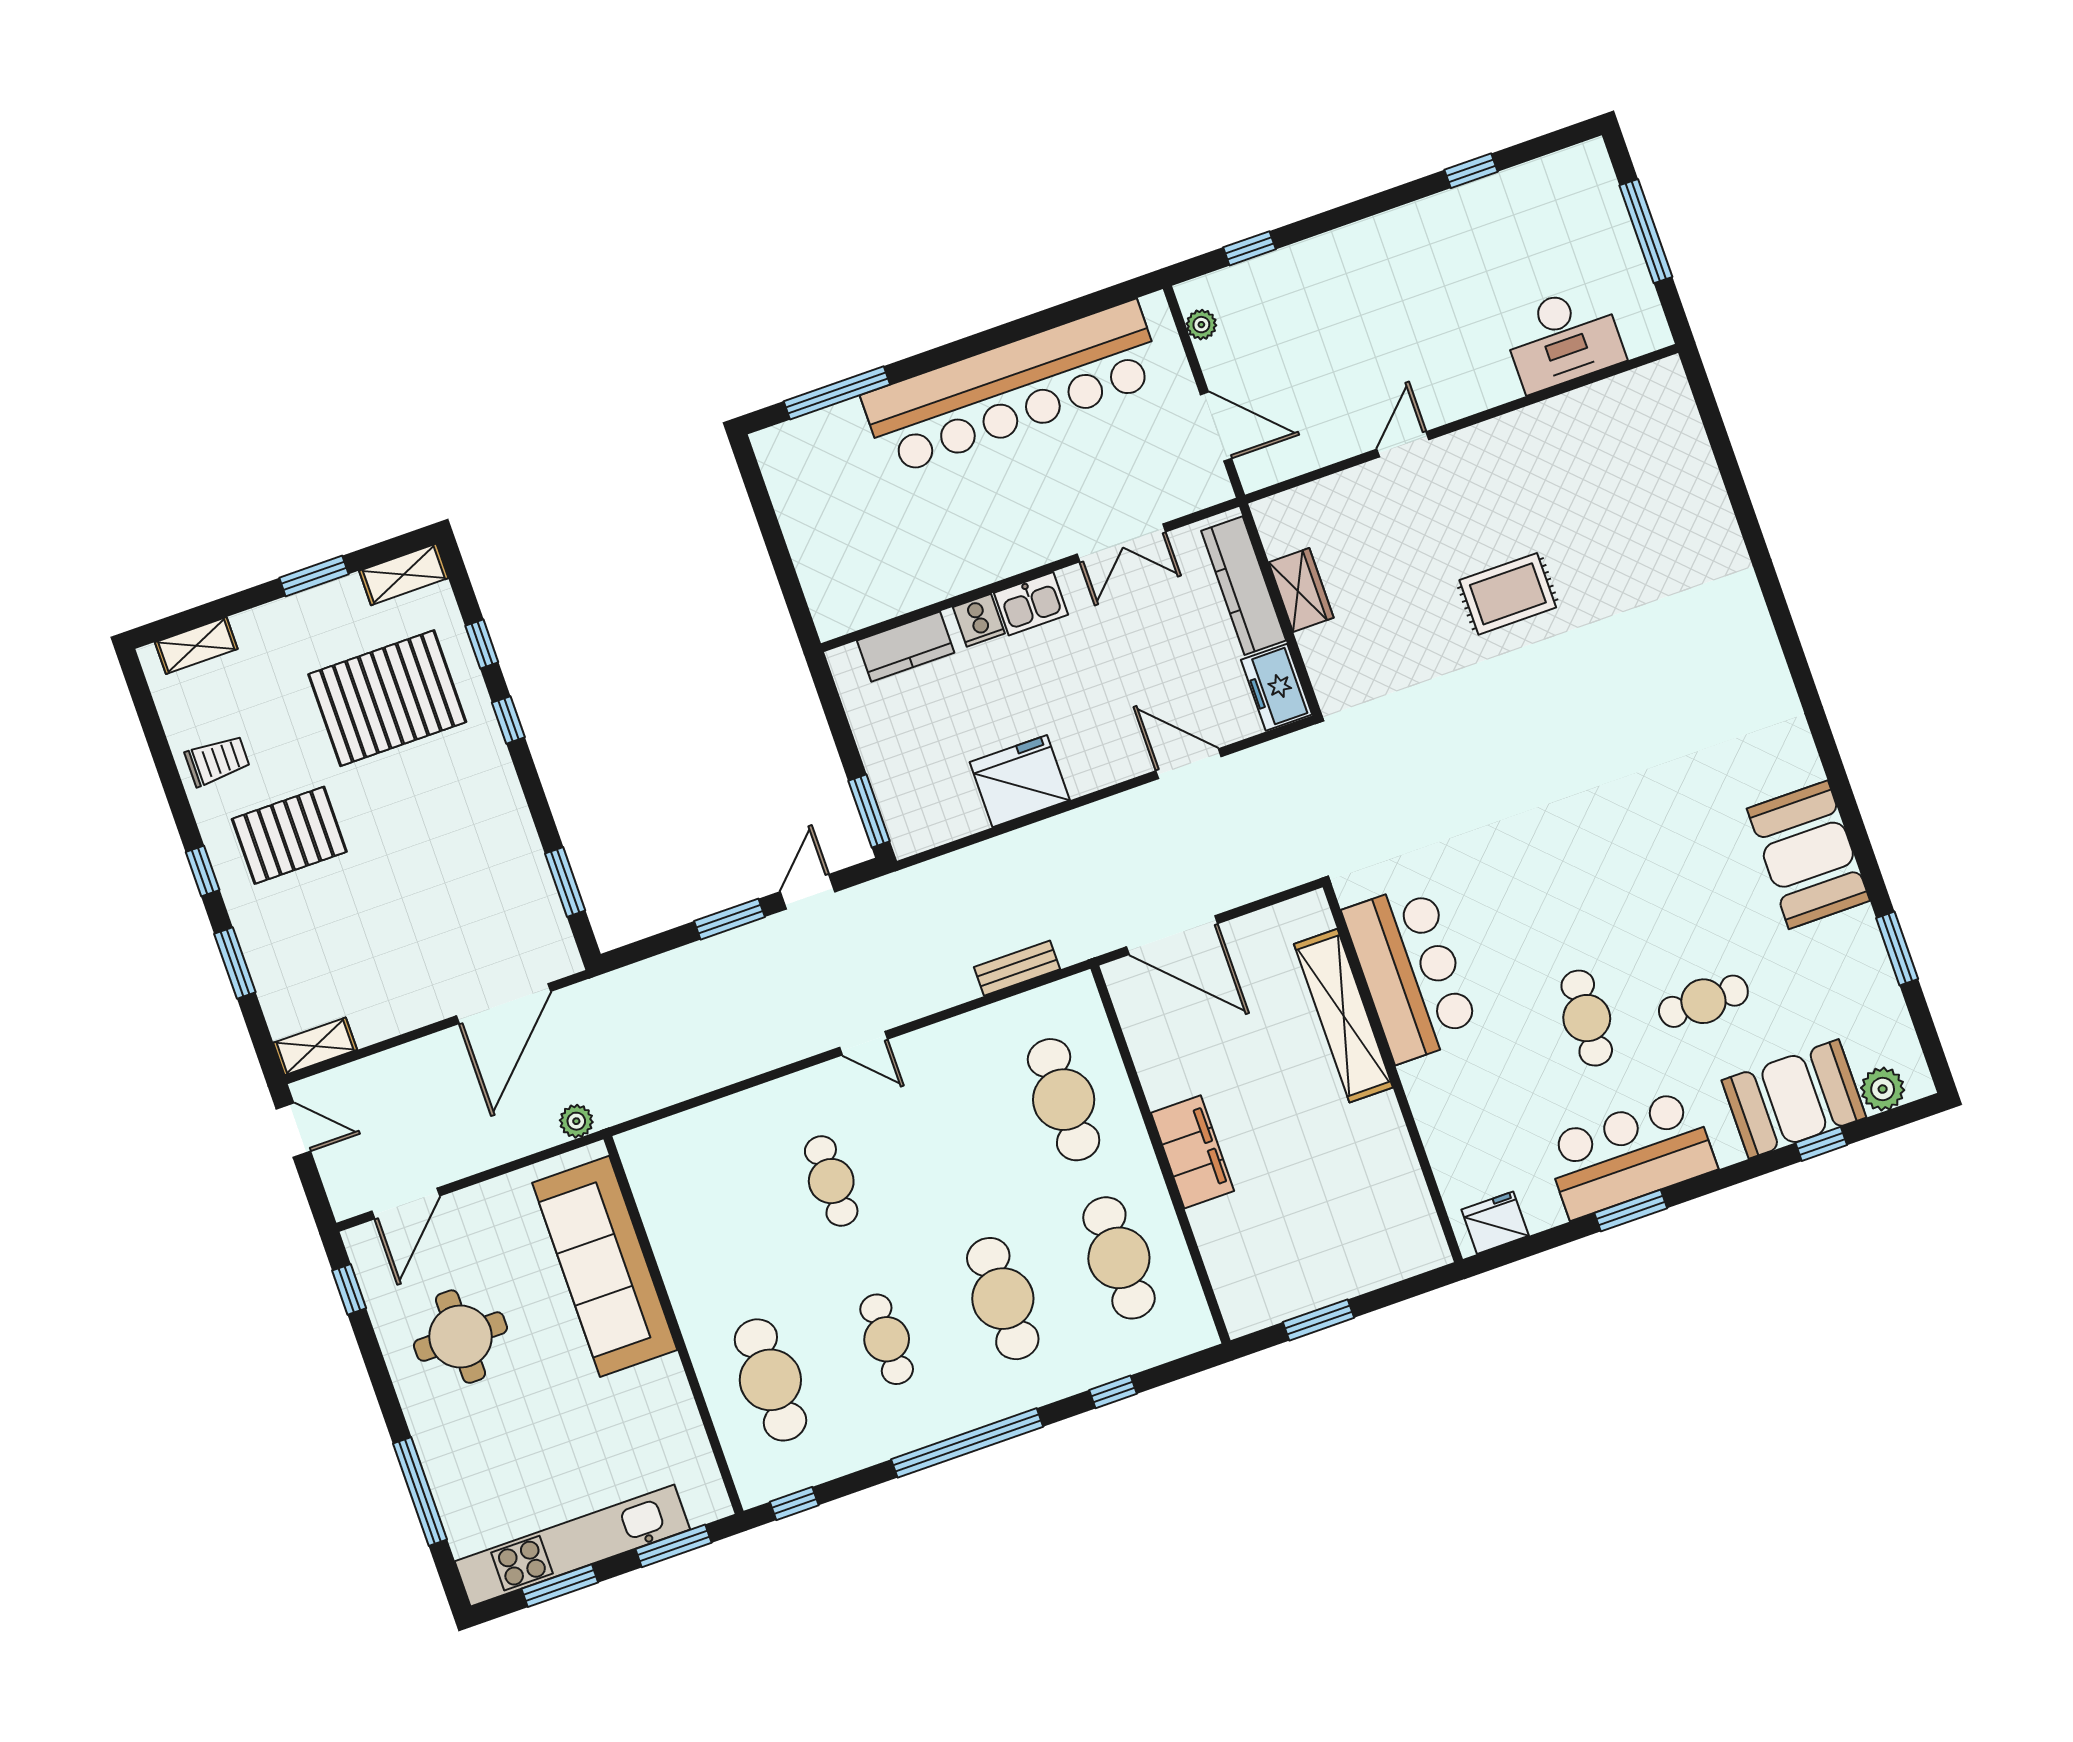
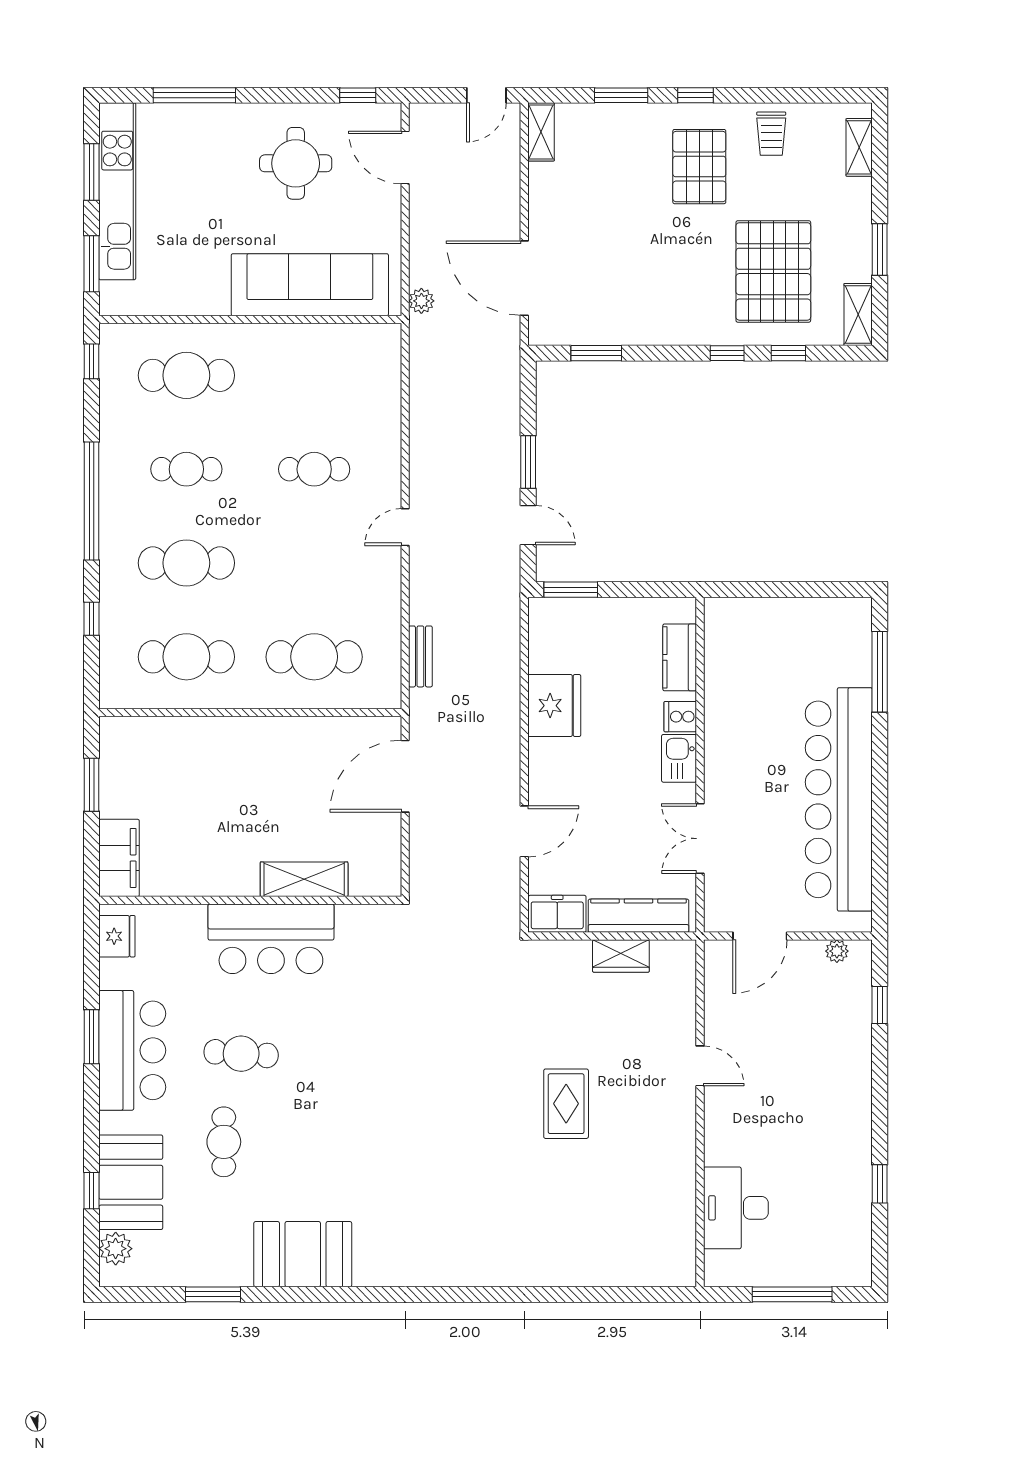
bar counter: (1411, 973) -> (271, 939), moved
shelving: (1343, 1016) -> (304, 879), width x0.68
filing cabinet: (1192, 1152) -> (119, 858), moved, turned -90

